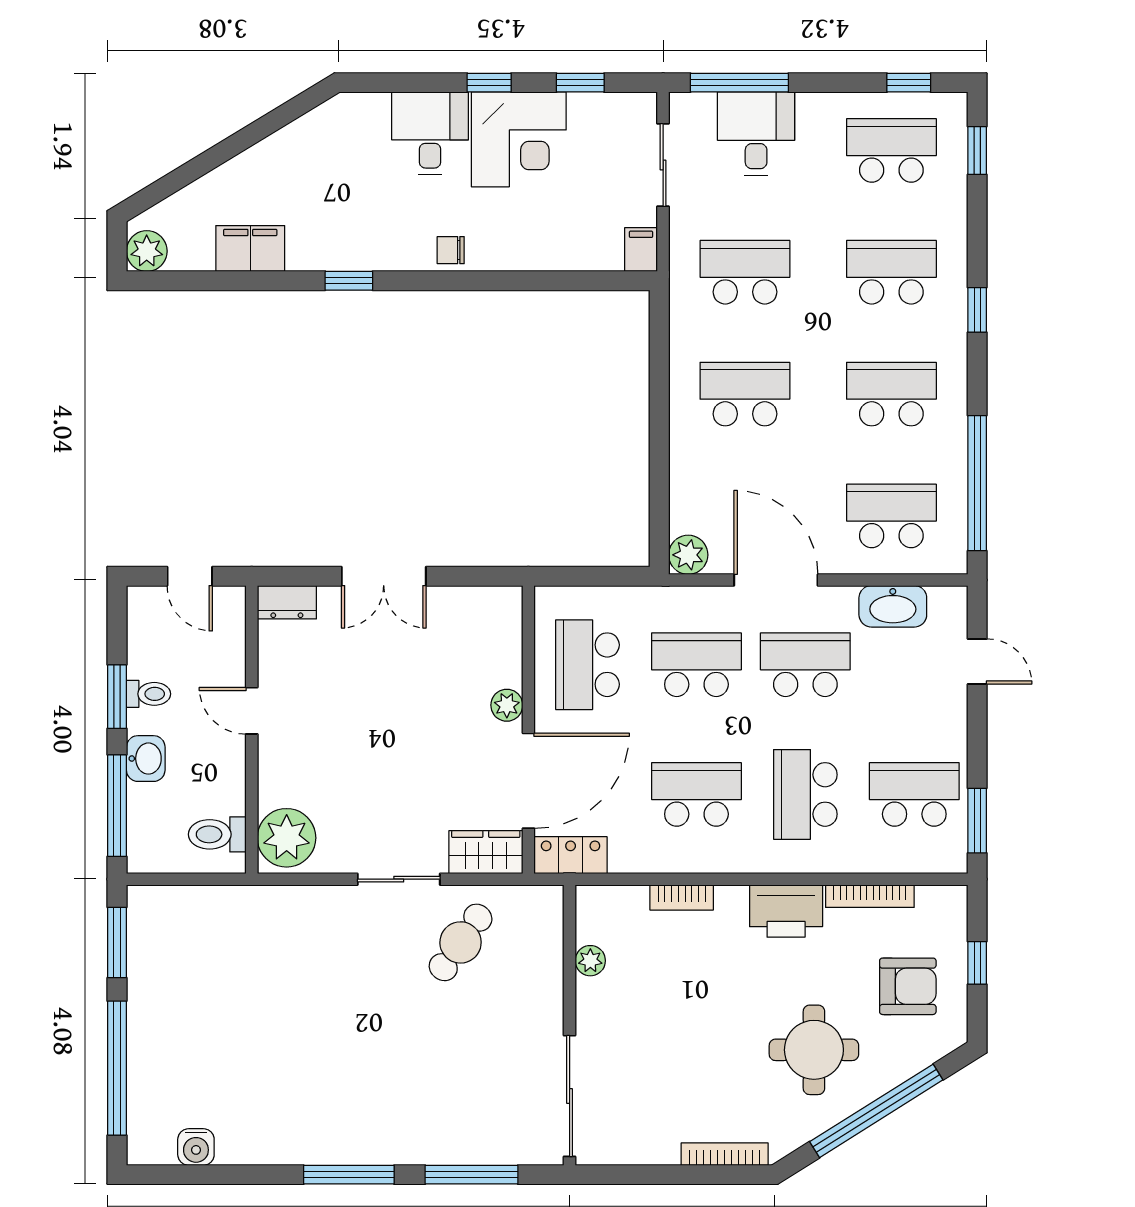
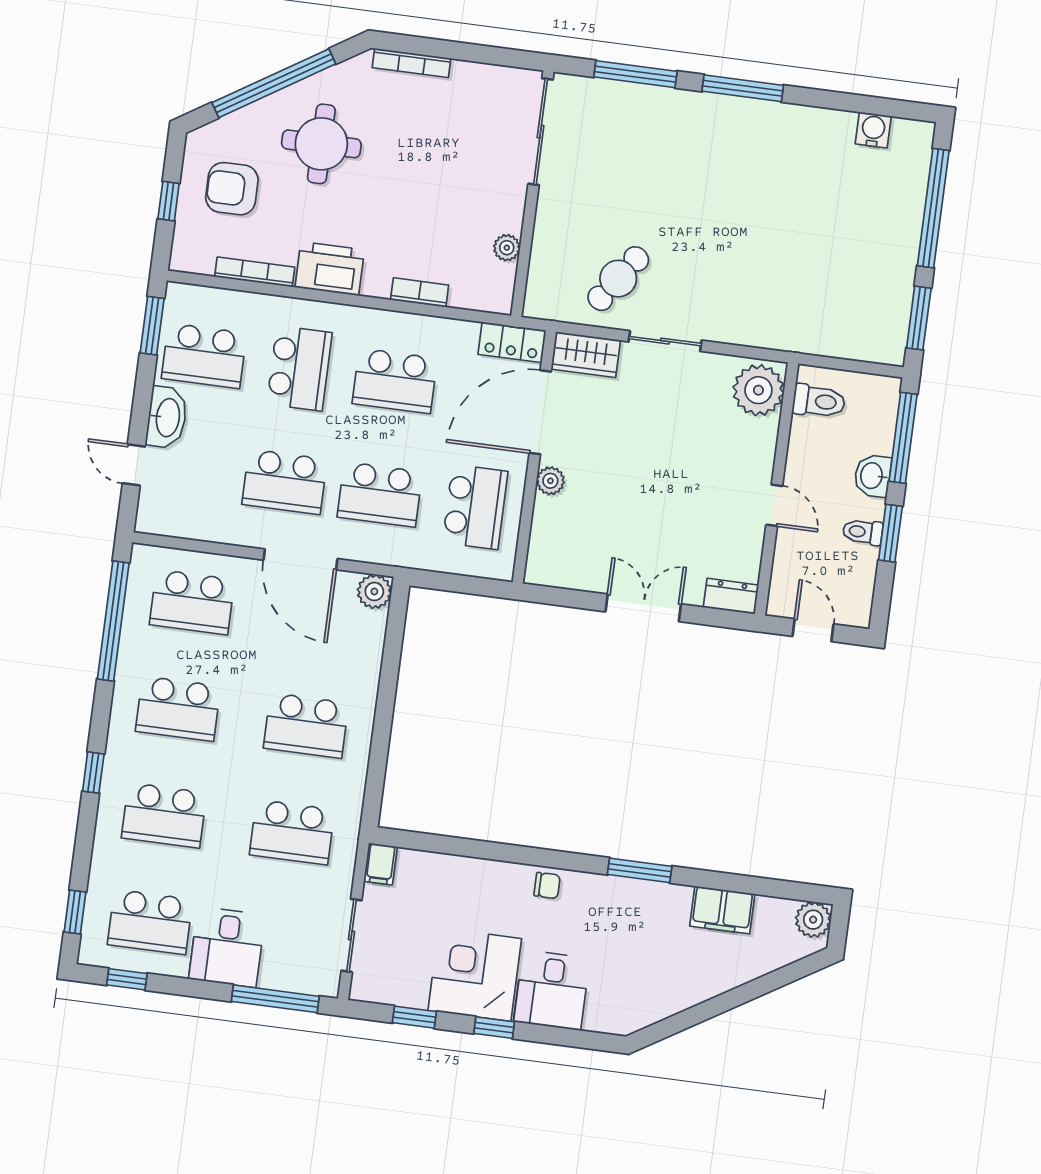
desk: (756, 134) -> (227, 947), moved
window: (349, 281) -> (640, 870), width x1.50
washbasin: (893, 606) -> (167, 417), moved, turned 90

